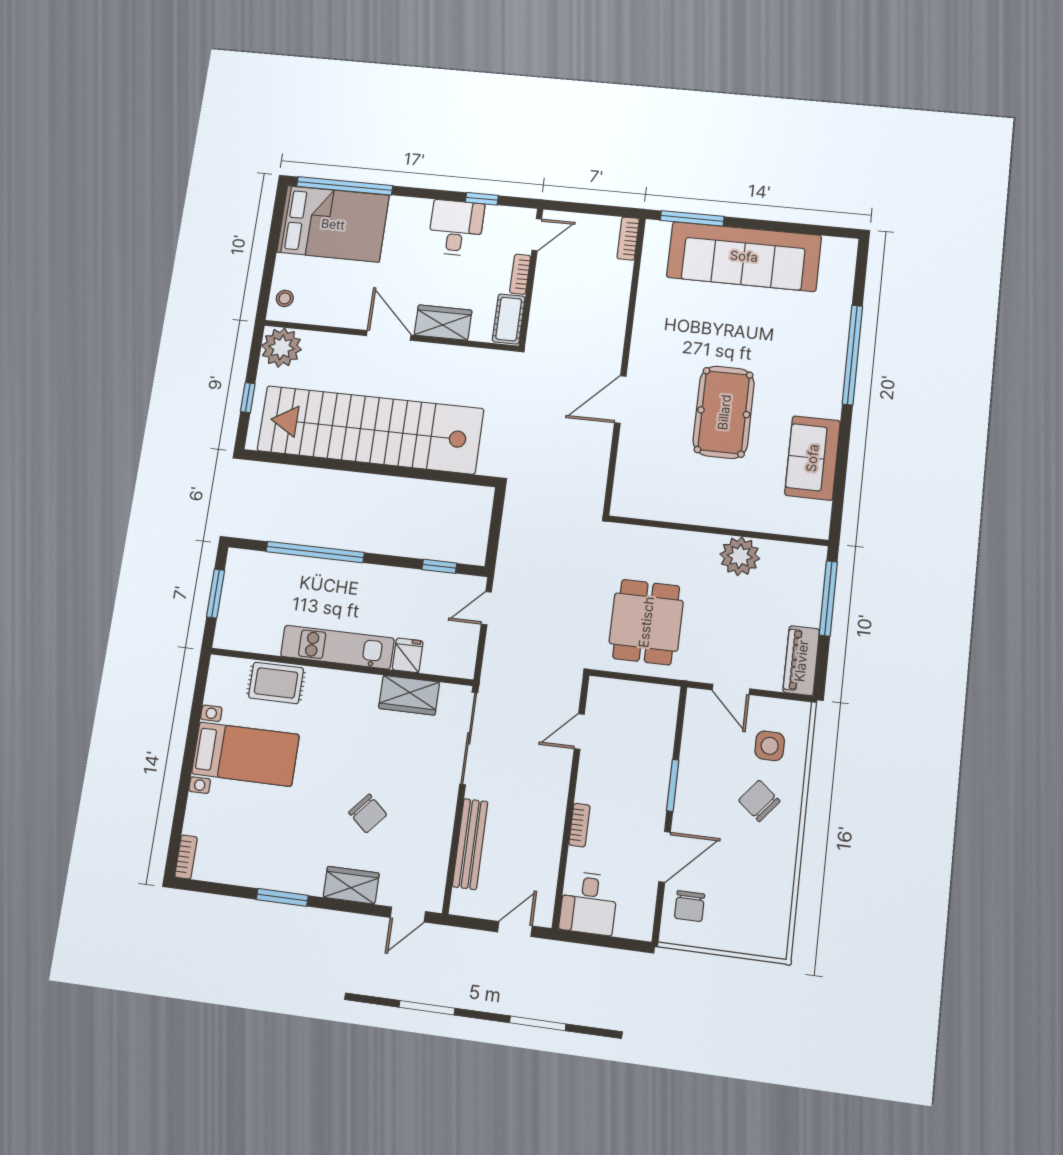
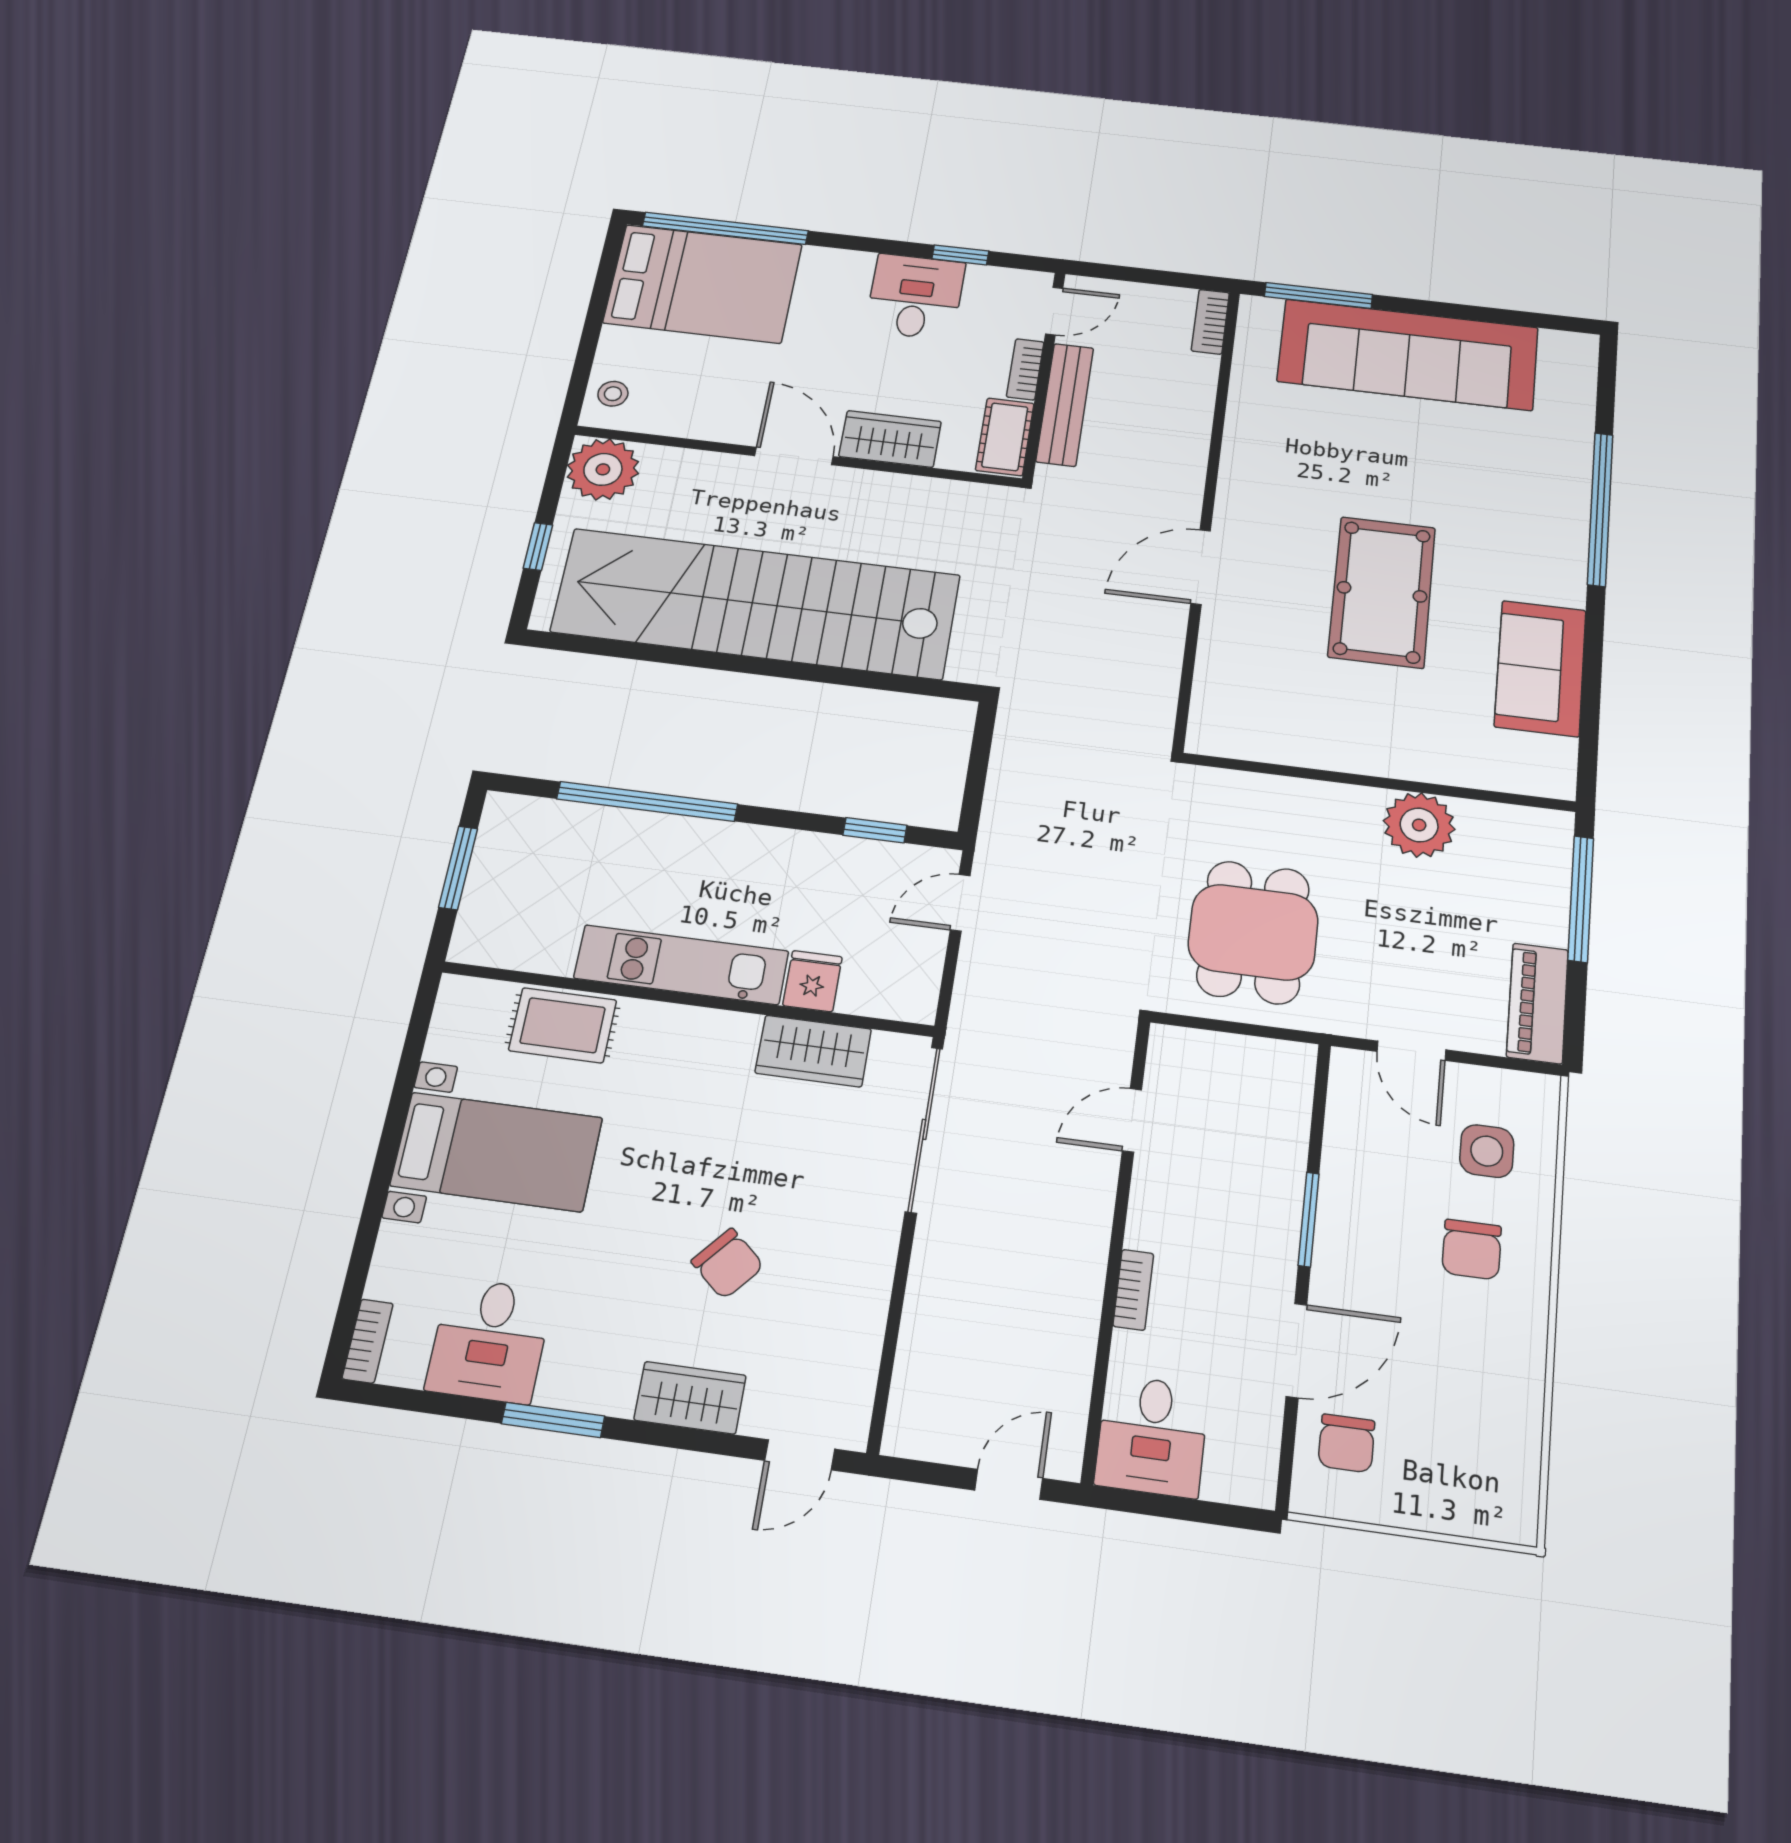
chair: (759, 801) -> (1472, 1249), turned -129
bench: (470, 844) -> (1065, 405), moved
desk: (248, 856) -> (490, 1340), added

